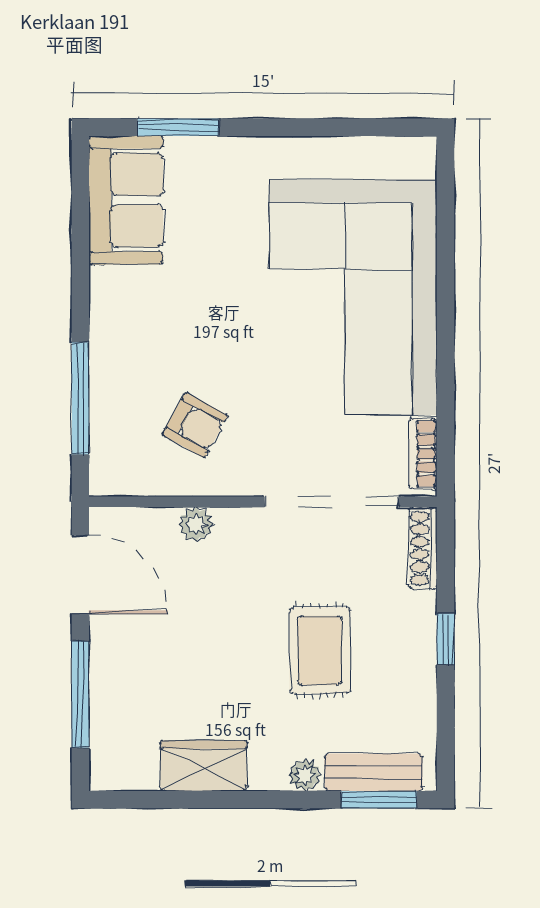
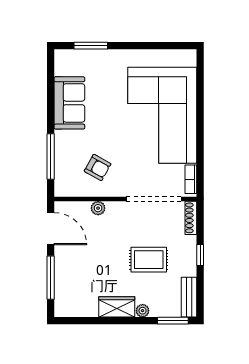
sofa: (126, 200) -> (69, 103), moved
rug: (320, 650) -> (149, 260), turned 90
wardrobe: (203, 766) -> (117, 307), moved
bench: (373, 772) -> (189, 297), moved, turned 90

